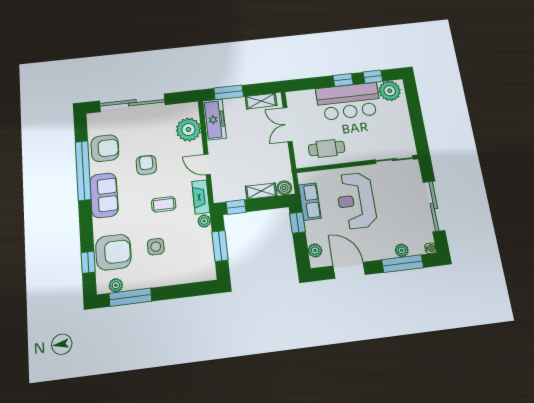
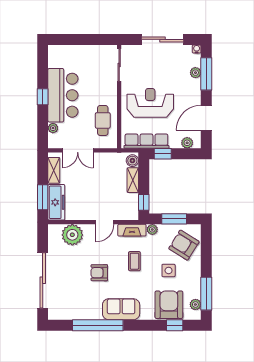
window: (373, 77) -> (43, 70), removed
plant: (390, 91) -> (53, 128), moved, width x0.53, depth x0.53
freezer: (214, 119) -> (56, 202), moved, turned 90
armchair: (105, 148) -> (184, 245), moved, turned -58
reception desk: (356, 201) -> (150, 103), turned 180
row of seats: (310, 202) -> (146, 141), width x1.48

